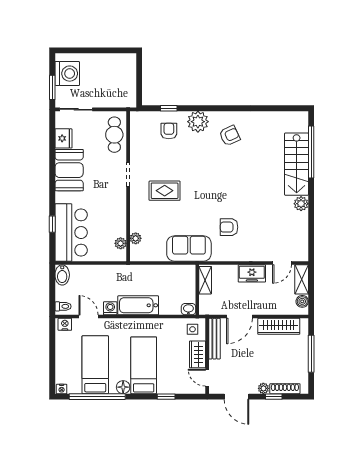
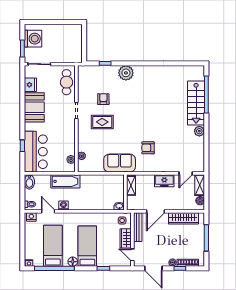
armchair: (169, 131) -> (103, 99), moved
armchair: (230, 136) -> (148, 83), removed
bathtub: (138, 305) -> (65, 181), moved, turned 180

